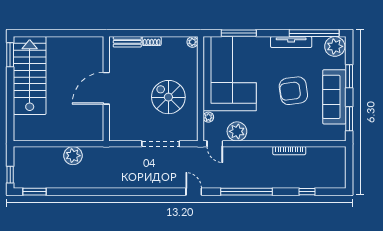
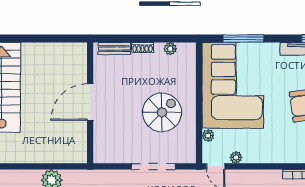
plant: (193, 42) -> (170, 49), moved
spiral stairs: (168, 97) -> (162, 112), turned 90
plant: (237, 131) -> (236, 157), width x0.53, depth x0.53

